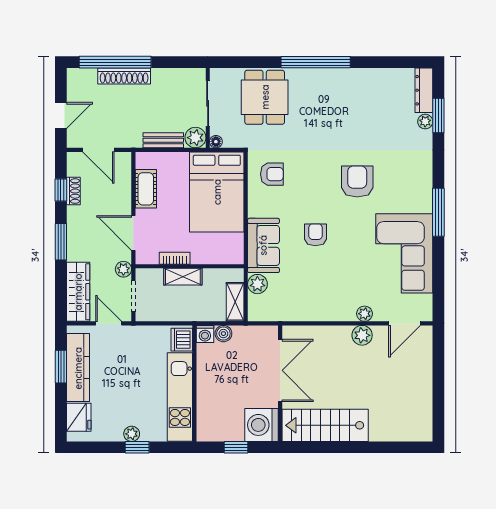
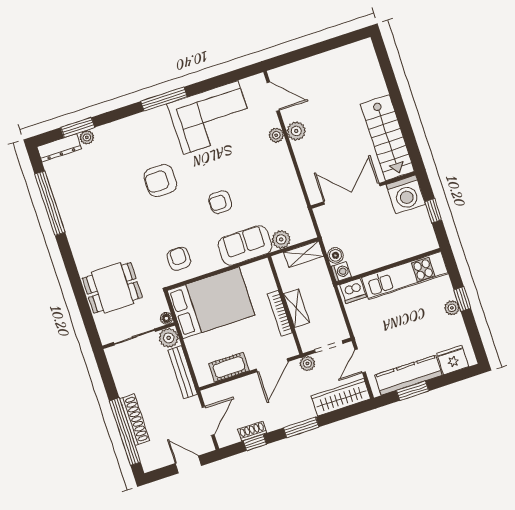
window: (316, 62) -> (50, 203), moved
bench: (163, 140) -> (183, 372), width x1.36
bookcase: (175, 258) -> (280, 313), width x1.56

